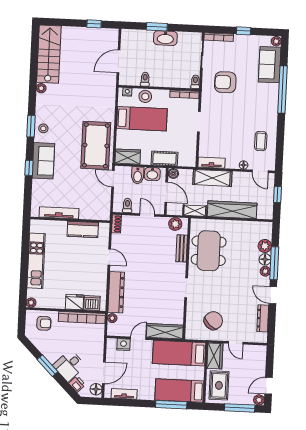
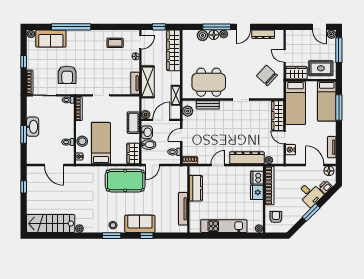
wardrobe: (232, 210) -> (174, 50), moved
door: (236, 343) -> (285, 56), swing flipped

